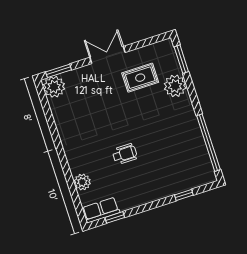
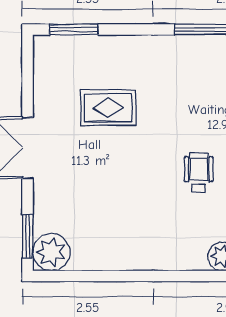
rug: (140, 78) -> (108, 108), moved, turned 90
plant: (175, 86) -> (114, 54), removed

